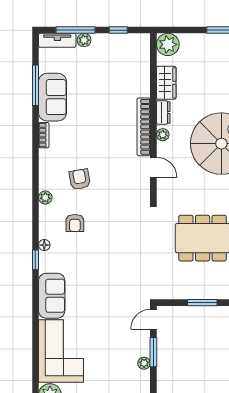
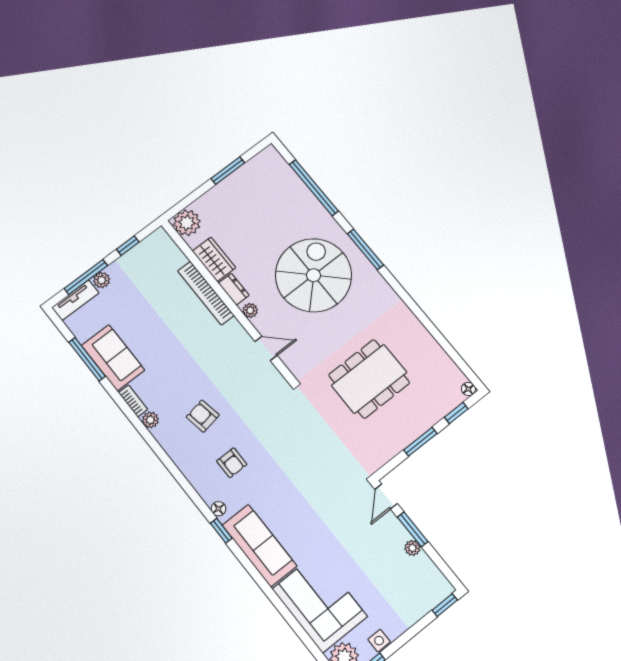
bookcase: (144, 127) -> (206, 293), moved
plant: (45, 198) -> (150, 420), moved
sofa: (52, 296) -> (259, 546), width x1.36

